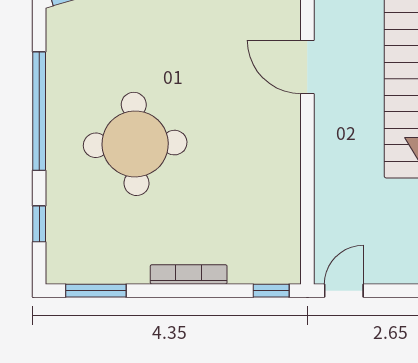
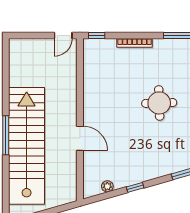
round table: (135, 144) -> (159, 103), width x0.73, depth x0.73

